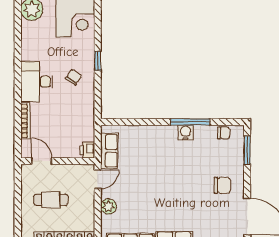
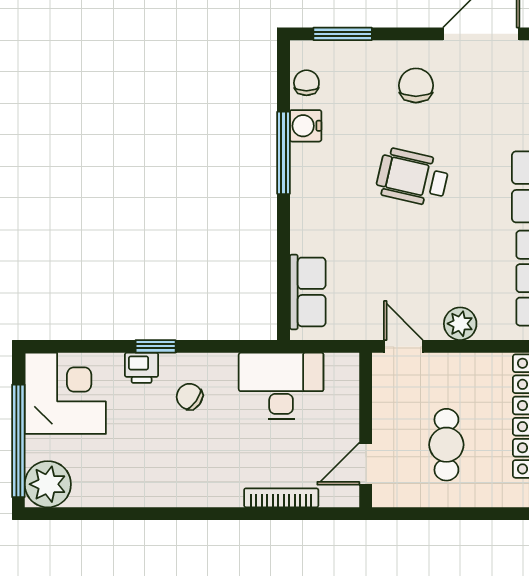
desk: (37, 82) -> (281, 386), moved, turned 180
water cooler: (186, 133) -> (306, 126), moved
printer: (87, 150) -> (142, 368), moved
row of seats: (109, 151) -> (308, 292), moved, turned 90
wheelchair: (178, 184) -> (413, 177), added

